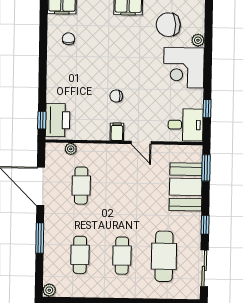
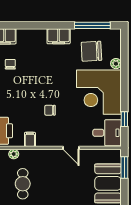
corner desk: (184, 68) -> (99, 92), width x1.36, depth x1.36
filing cabinet: (117, 132) -> (30, 139), moved

